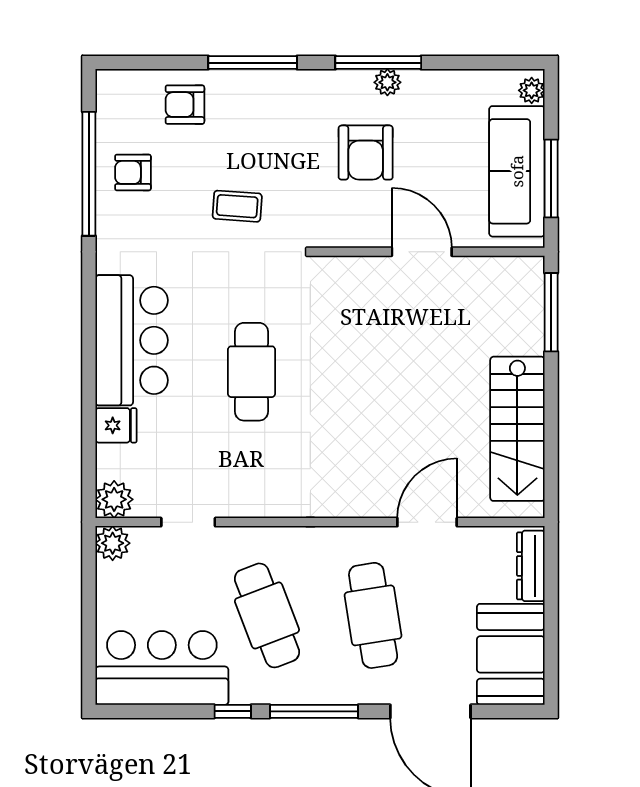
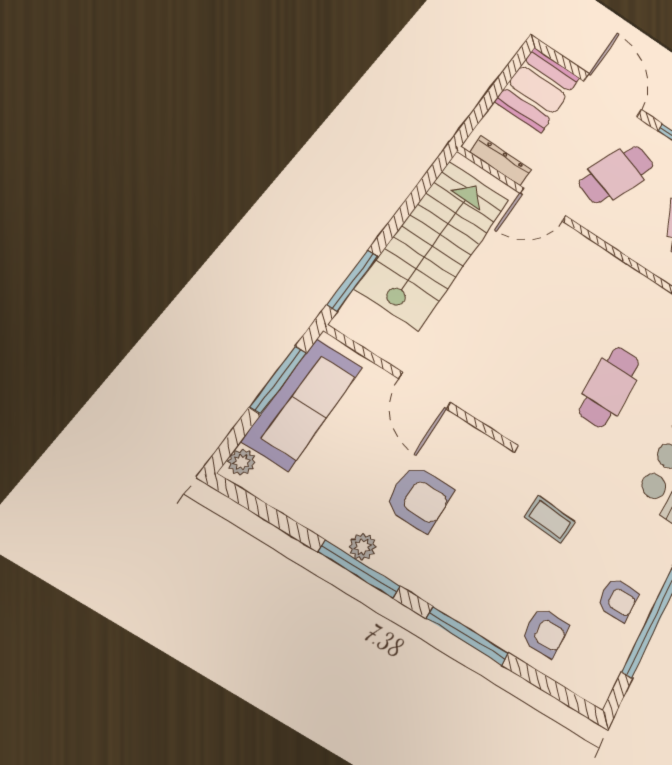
armchair: (366, 153) -> (419, 498), turned 90
stairs: (517, 429) -> (434, 243), width x1.36, depth x1.51
dresser: (531, 566) -> (500, 161), moved, turned -90
cafe table: (373, 615) -> (617, 174), turned 30

